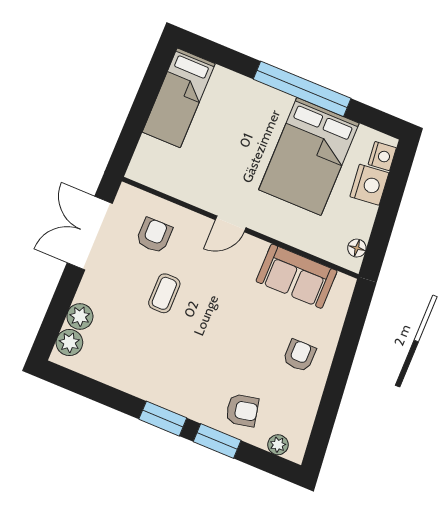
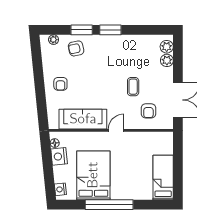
nightstand: (369, 185) -> (59, 156), moved
sofa: (297, 276) -> (83, 119), width x1.36

